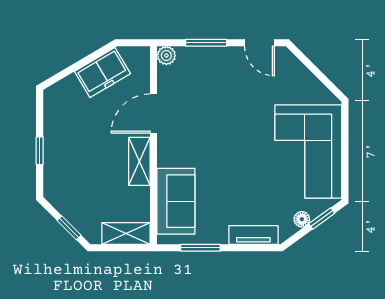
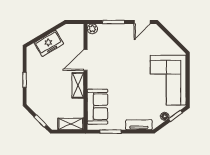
door: (259, 43) -> (142, 22), hinge flipped
freezer: (102, 73) -> (49, 43), moved

